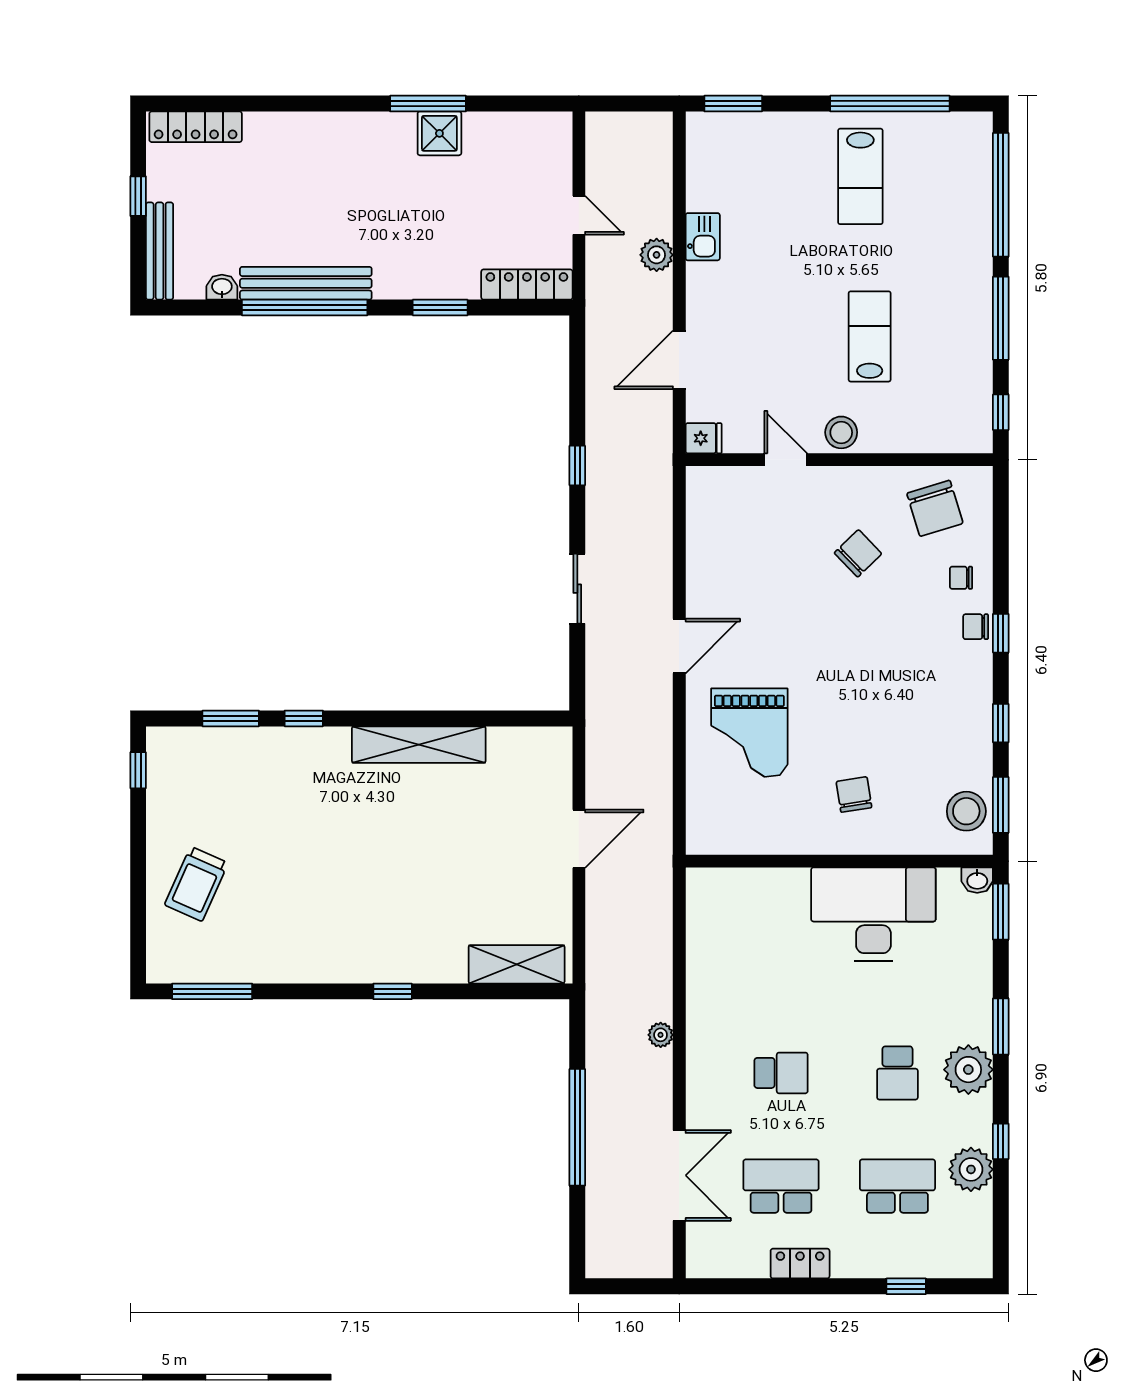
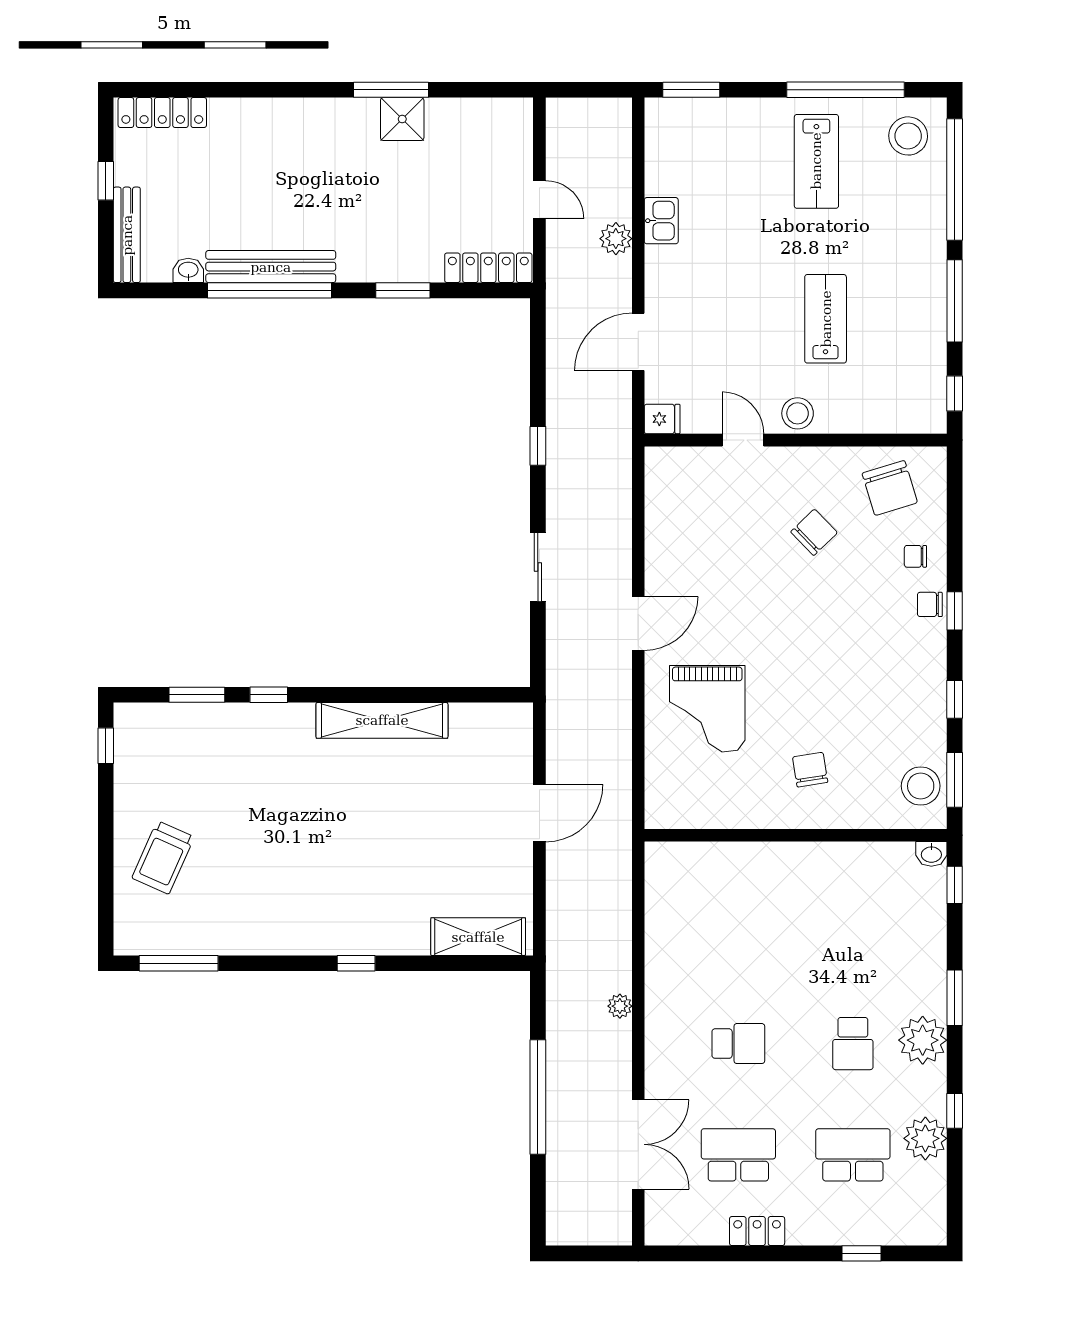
stool: (954, 151) -> (908, 136), added
window: (1001, 912) -> (955, 885), width x0.67
desk: (873, 914) -> (829, 887), removed

